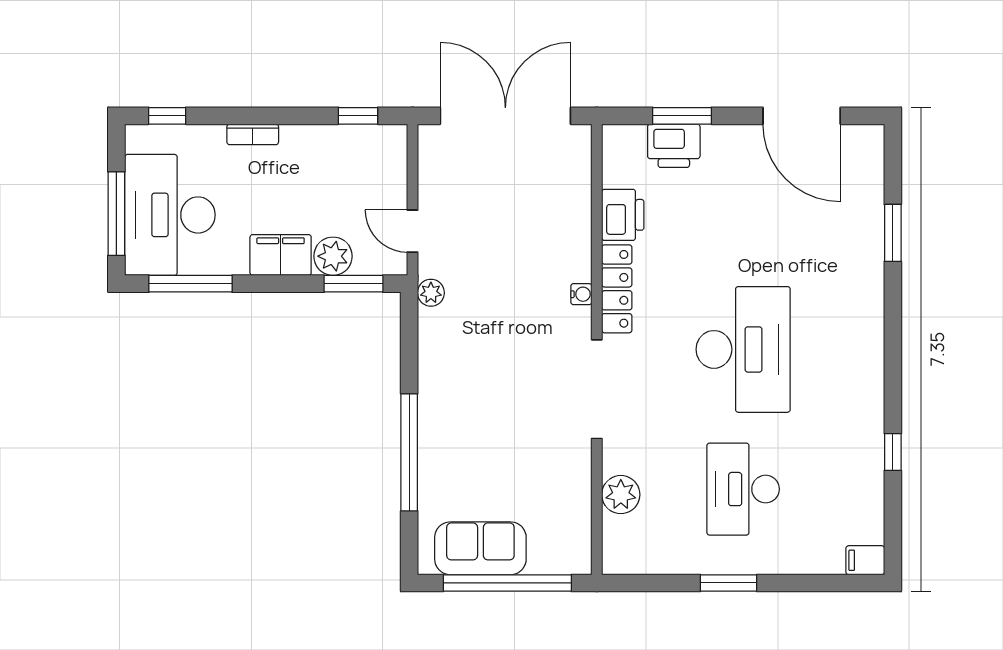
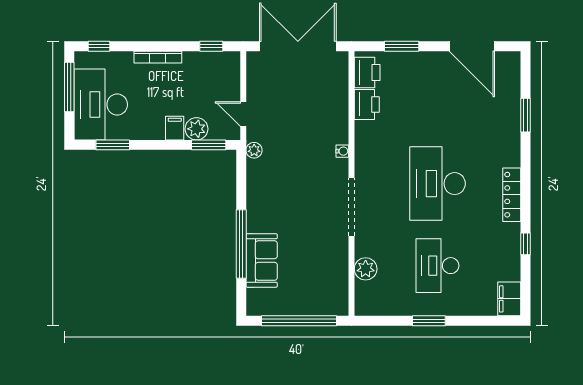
bookcase: (253, 134) -> (158, 57), width x1.56
printer: (674, 146) -> (367, 72), moved, turned -90
window: (116, 214) -> (69, 87), moved
filing cabinet: (281, 255) -> (175, 128), width x0.50
window: (190, 284) -> (113, 145), width x0.69
locker: (617, 289) -> (512, 195), moved, turned 180
desk: (743, 349) -> (437, 184), turned 180
sofa: (480, 548) -> (262, 261), moved, turned 90
filing cabinet: (865, 560) -> (509, 299), width x2.00

